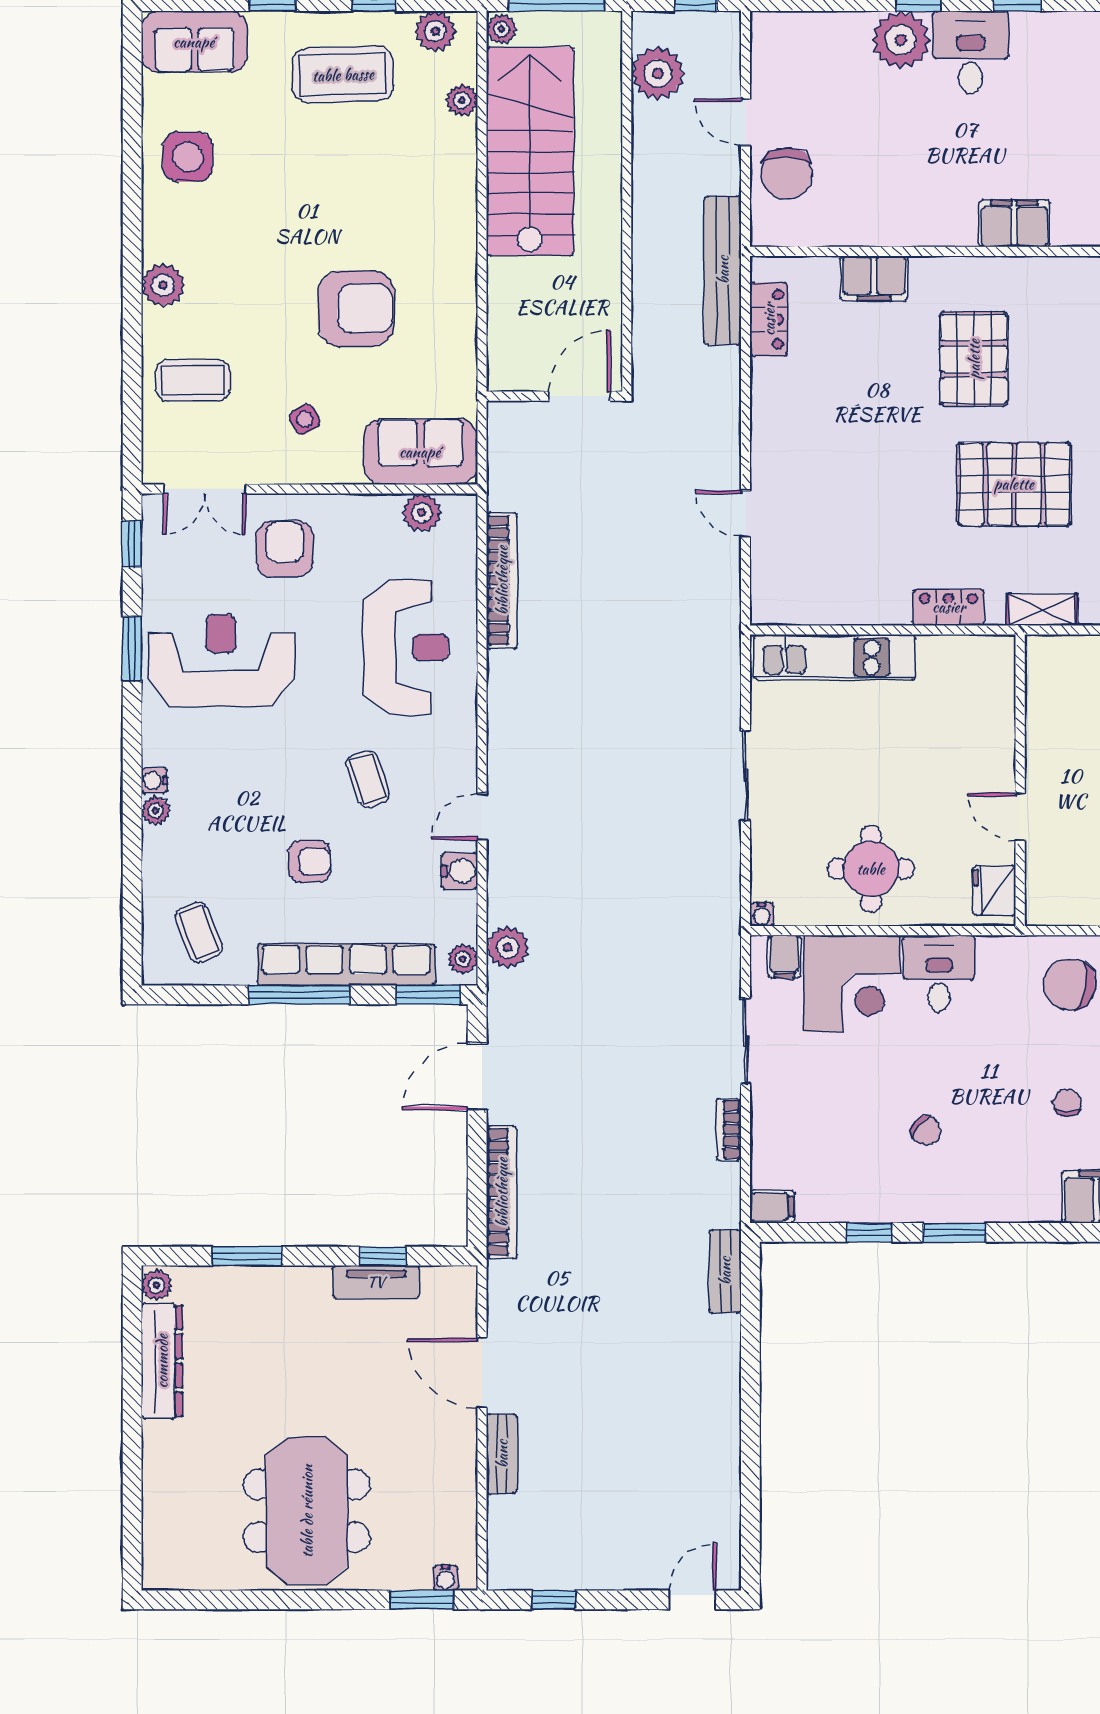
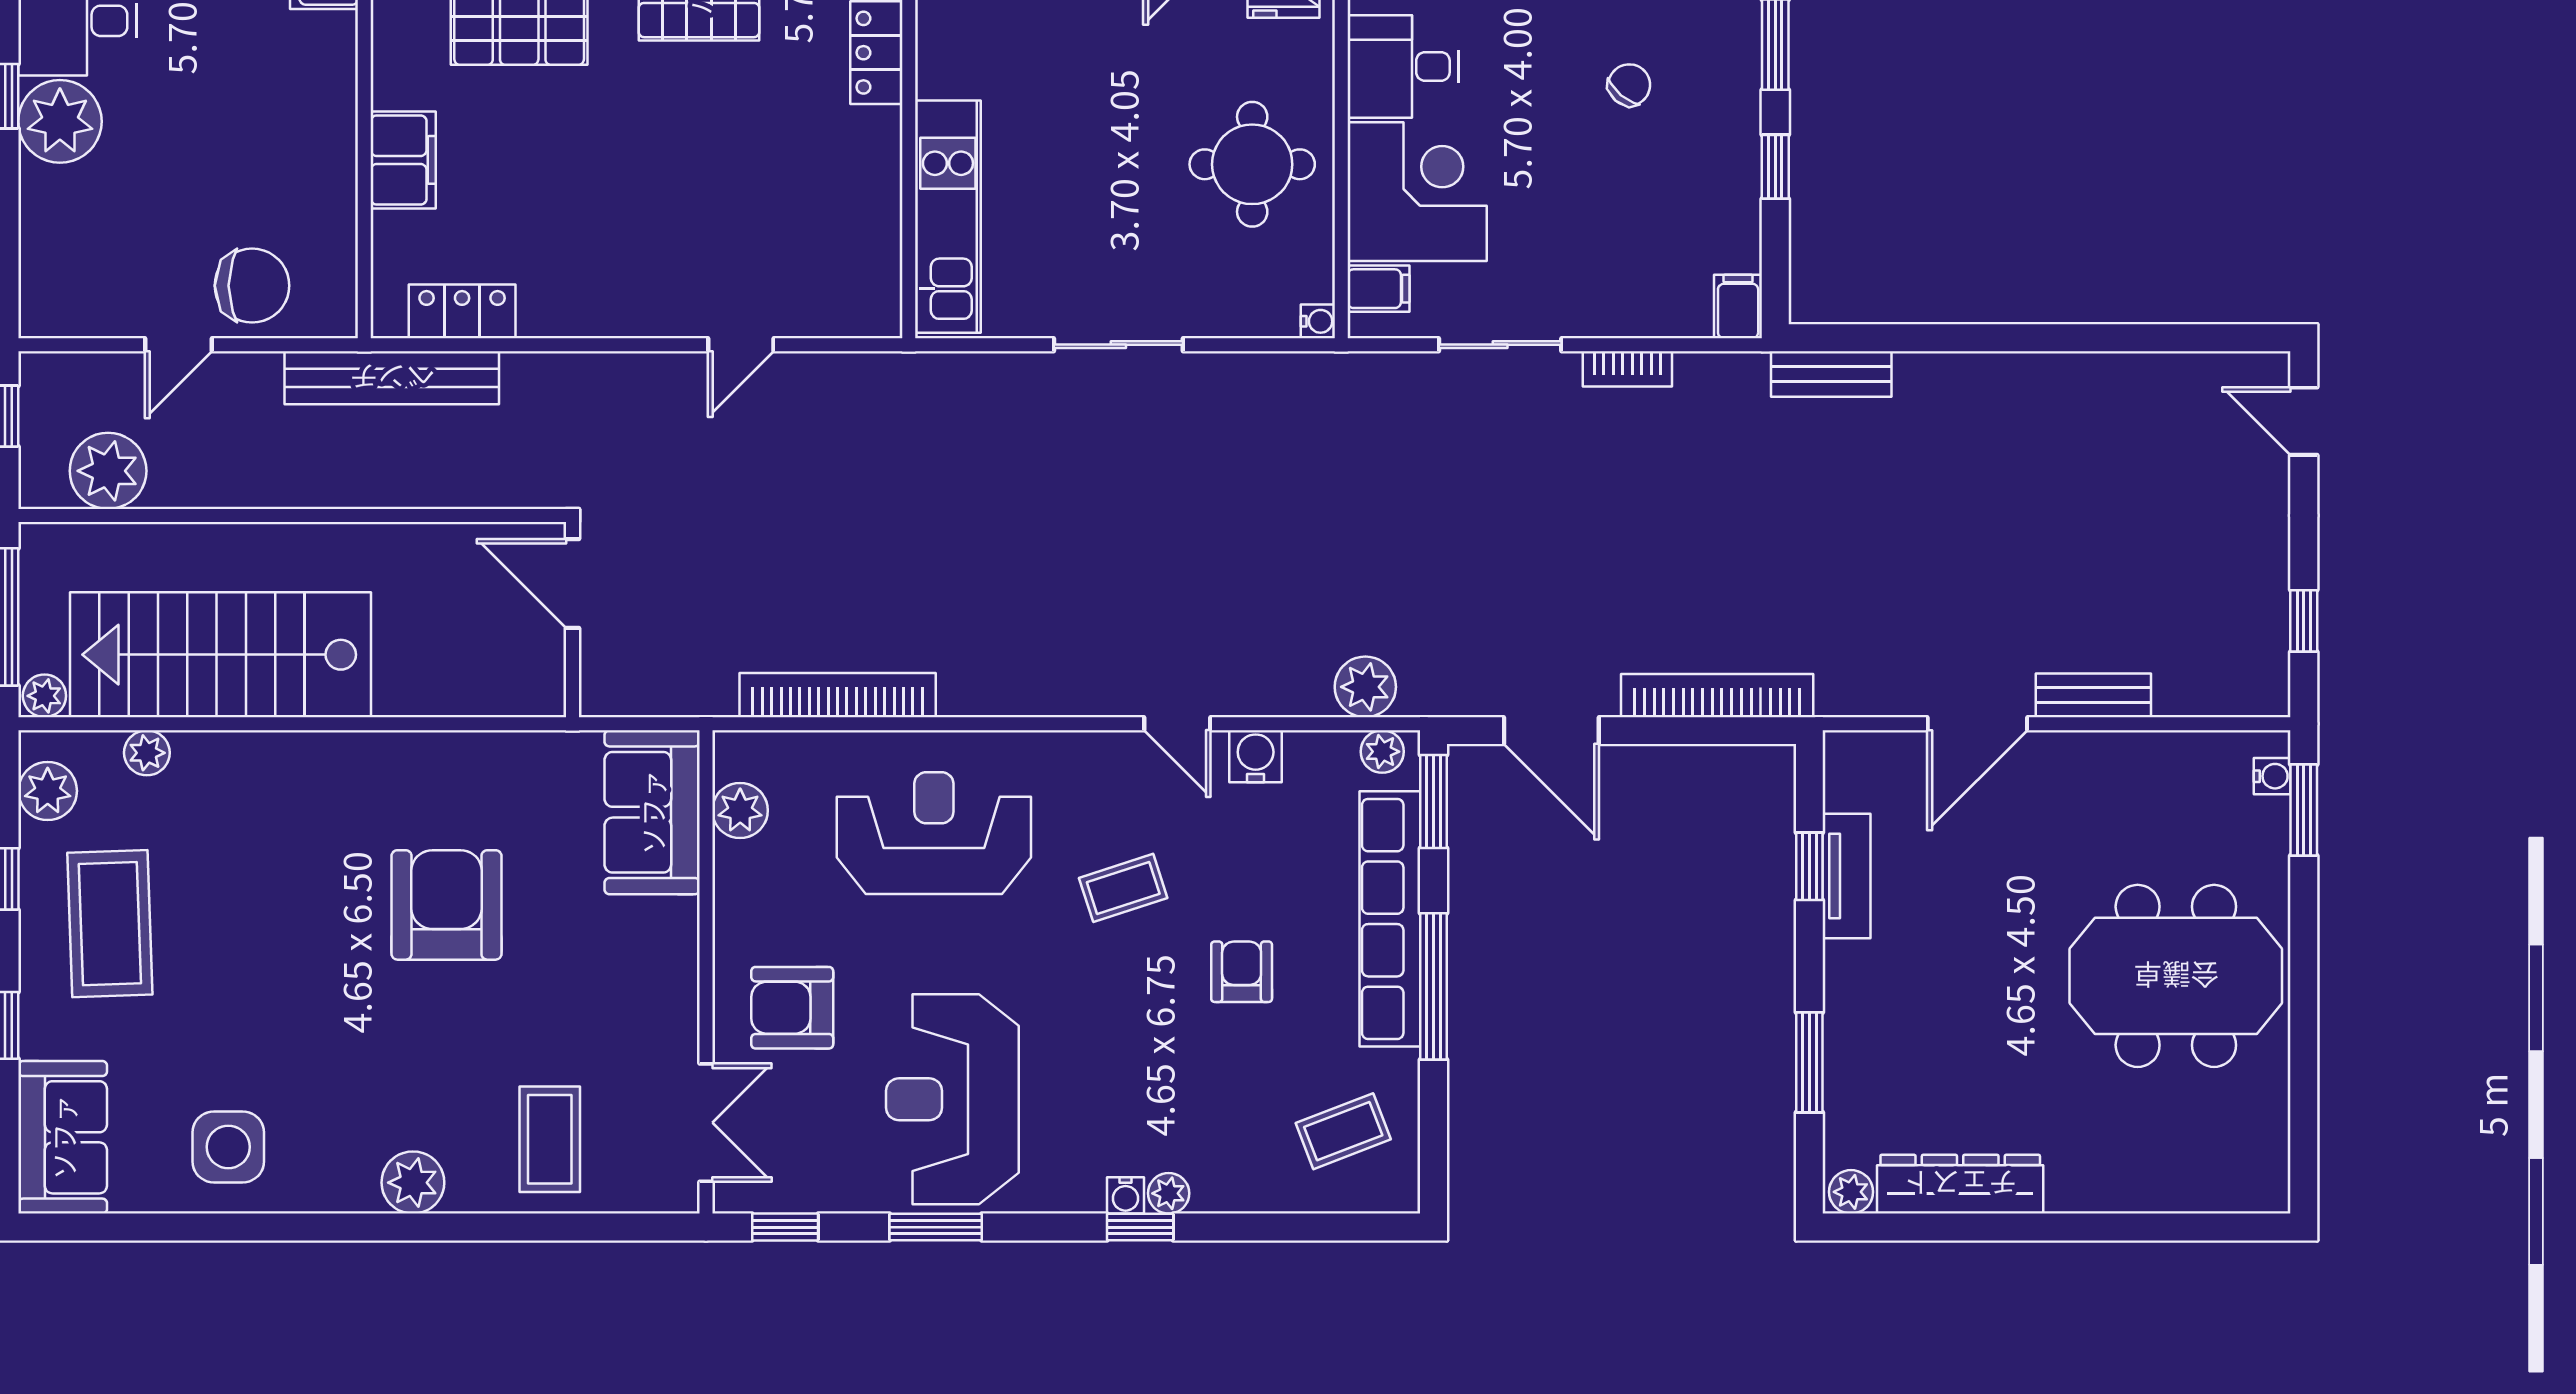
side table: (305, 419) -> (606, 979), removed
window: (132, 791) -> (1140, 1227), added

